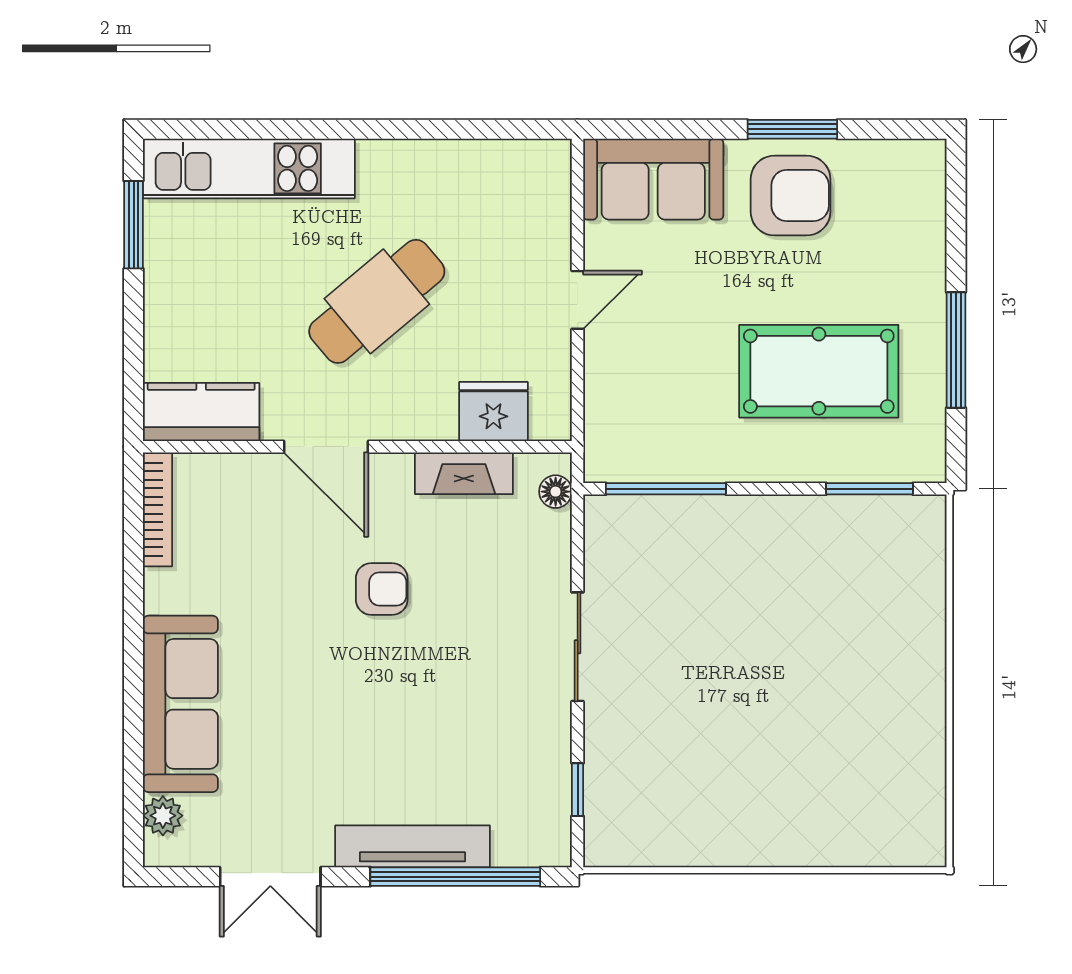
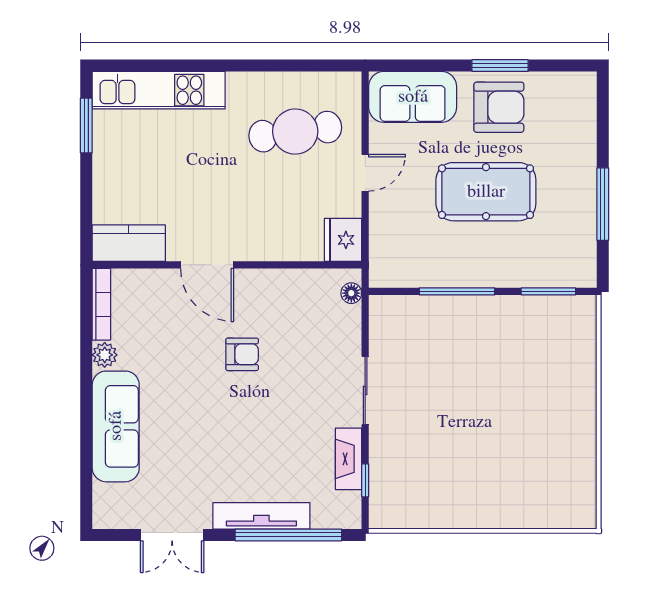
cafe table: (377, 301) -> (295, 132), moved, turned 32
pool table: (819, 371) -> (486, 192), moved
fridge: (493, 412) -> (343, 240), moved, turned -90
fireplace: (464, 473) -> (348, 459), moved, turned 90
window: (666, 489) -> (457, 291), moved
plant: (163, 816) -> (105, 355), moved

